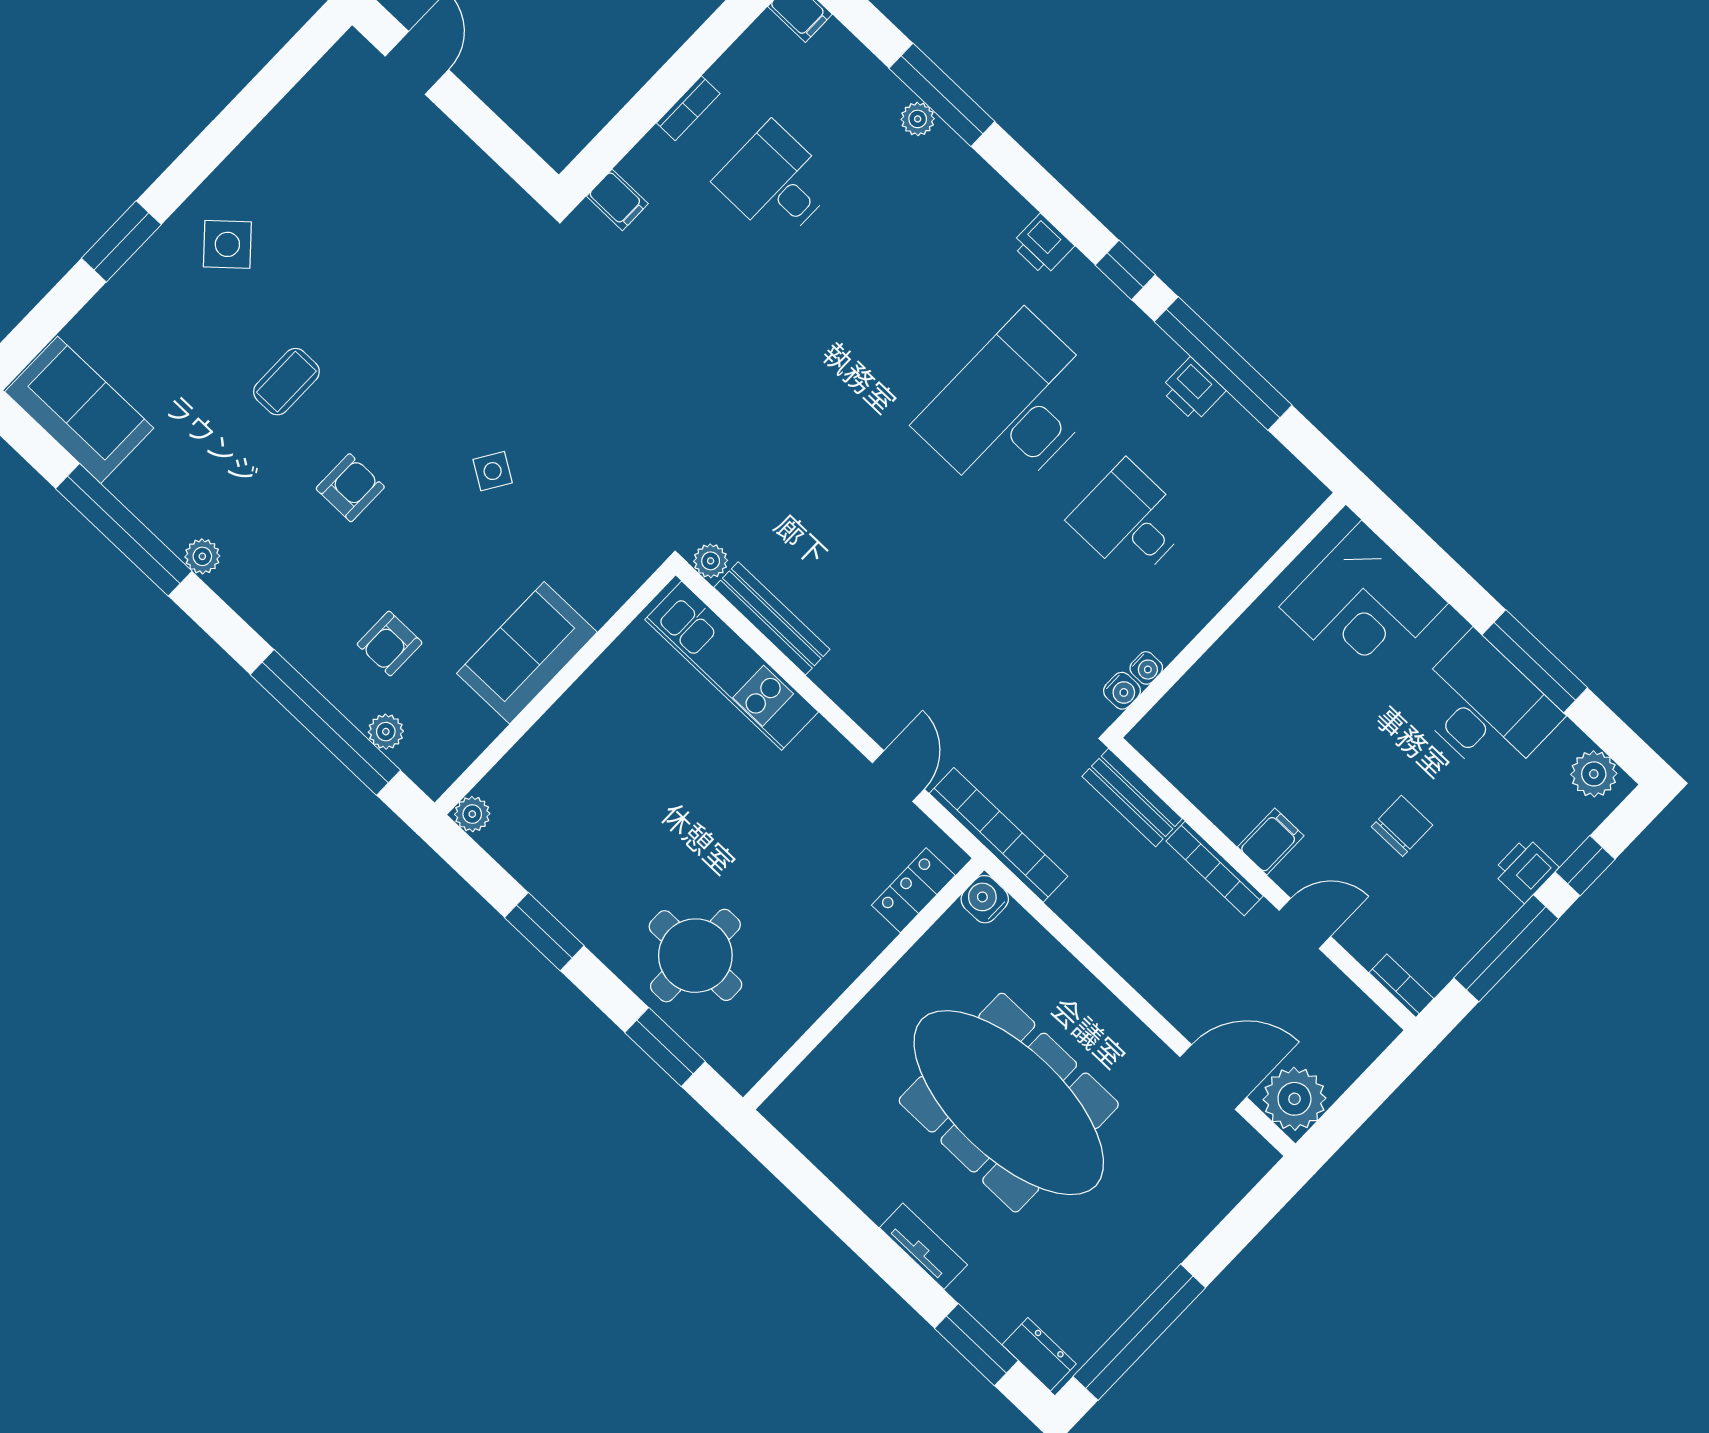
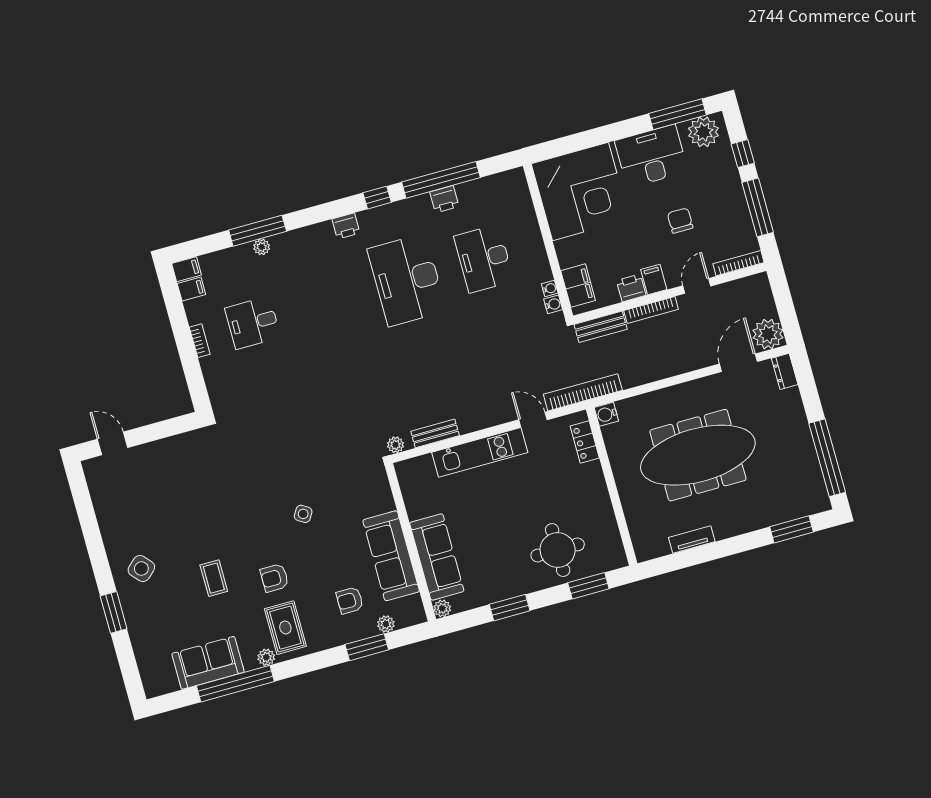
filing cabinet: (617, 200) -> (191, 289), moved
sofa: (79, 410) -> (208, 663), moved
armchair: (350, 488) -> (274, 578), turned -90
desk: (1130, 521) -> (484, 259), width x1.37
rug: (274, 559) -> (285, 628), added
corner desk: (1364, 605) -> (581, 192), width x1.36, depth x1.36
bench: (772, 618) -> (435, 433), width x0.73
armchair: (390, 643) -> (350, 600), turned 90
sofa: (527, 653) -> (391, 556), width x1.36
window: (1535, 661) -> (677, 114), moved
kitchen unit: (732, 666) -> (480, 452), moved
filing cabinet: (1181, 715) -> (578, 286), added
window: (325, 722) -> (367, 647), width x0.47
sofa: (557, 751) -> (437, 557), added
plant: (1594, 774) -> (703, 132), width x1.36, depth x1.36
printer: (1525, 870) -> (631, 288), moved, turned 90
bookcase: (1401, 986) -> (739, 263), width x1.56
tv unit: (923, 1246) -> (692, 540), moved
dresser: (1039, 1354) -> (785, 371), moved, turned -90

